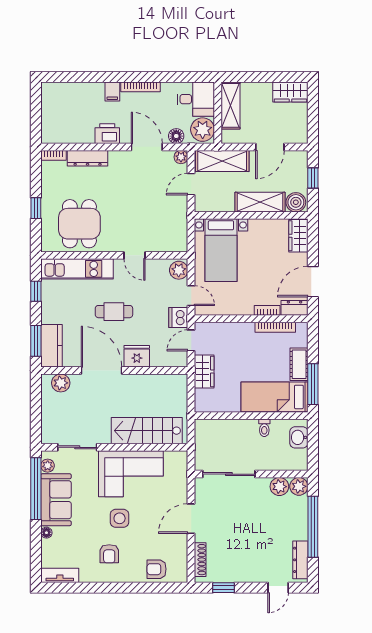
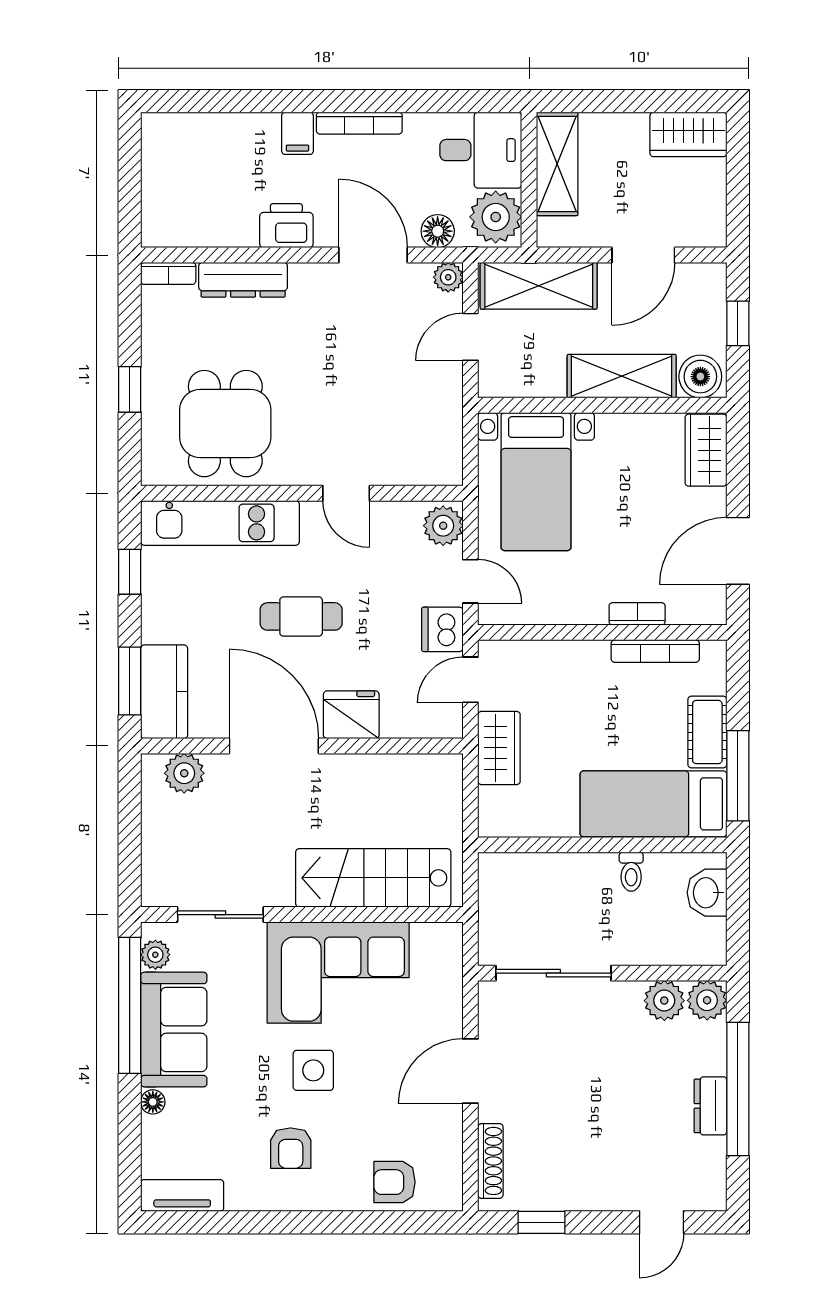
dresser: (295, 308) -> (697, 609), removed
dresser: (300, 560) -> (710, 1106), moved, width x0.70

